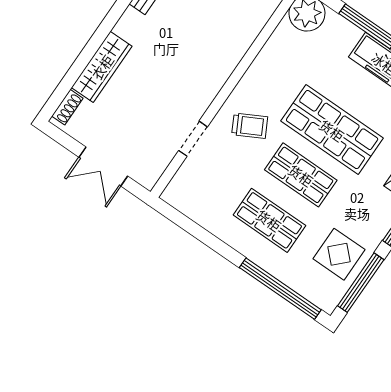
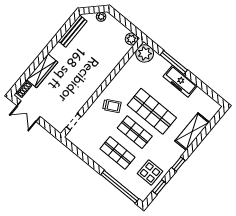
doorway: (193, 139) -> (74, 122), moved
double door: (103, 167) -> (29, 111), moved
window: (361, 283) -> (159, 187), width x0.46

